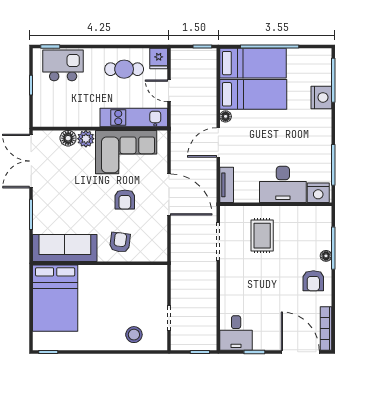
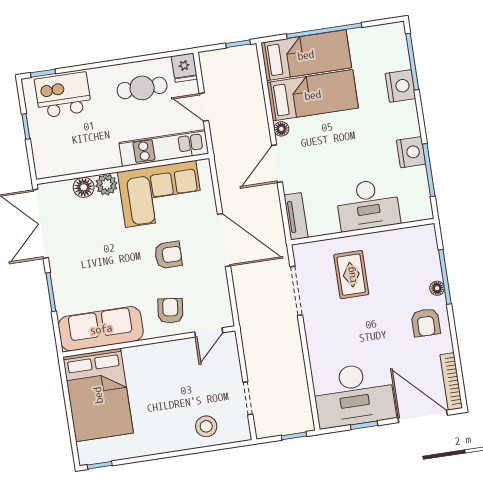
nightstand: (318, 193) -> (411, 152), moved, turned -90
armchair: (125, 200) -> (168, 255), turned -90
door: (147, 263) -> (209, 332), added
desk: (236, 333) -> (354, 395), width x1.87, depth x1.30

